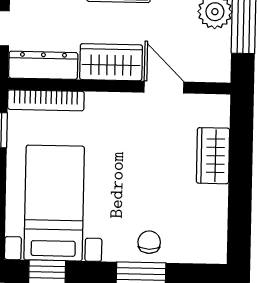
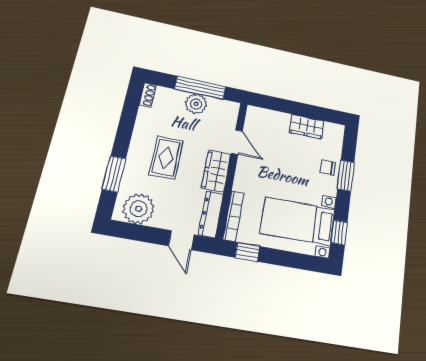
door: (164, 87) -> (237, 142), swing flipped
wardrobe: (213, 156) -> (307, 127), moved

